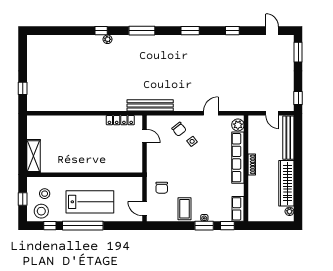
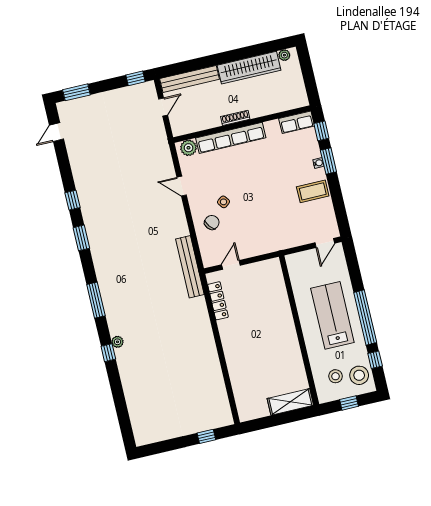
window: (232, 31) -> (72, 200), moved
chair: (162, 188) -> (292, 227), removed

